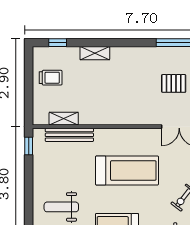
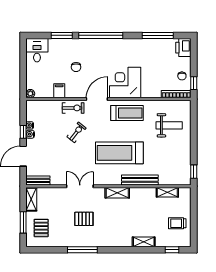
shelving: (130, 118) -> (117, 193), added
bench: (69, 135) -> (140, 180), moved

